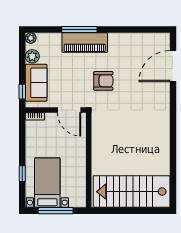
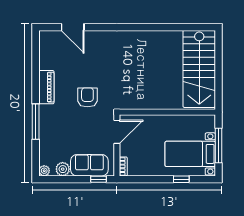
piano: (85, 43) -> (46, 87), moved, width x0.73, depth x0.75
door: (173, 66) -> (73, 27), width x0.73

